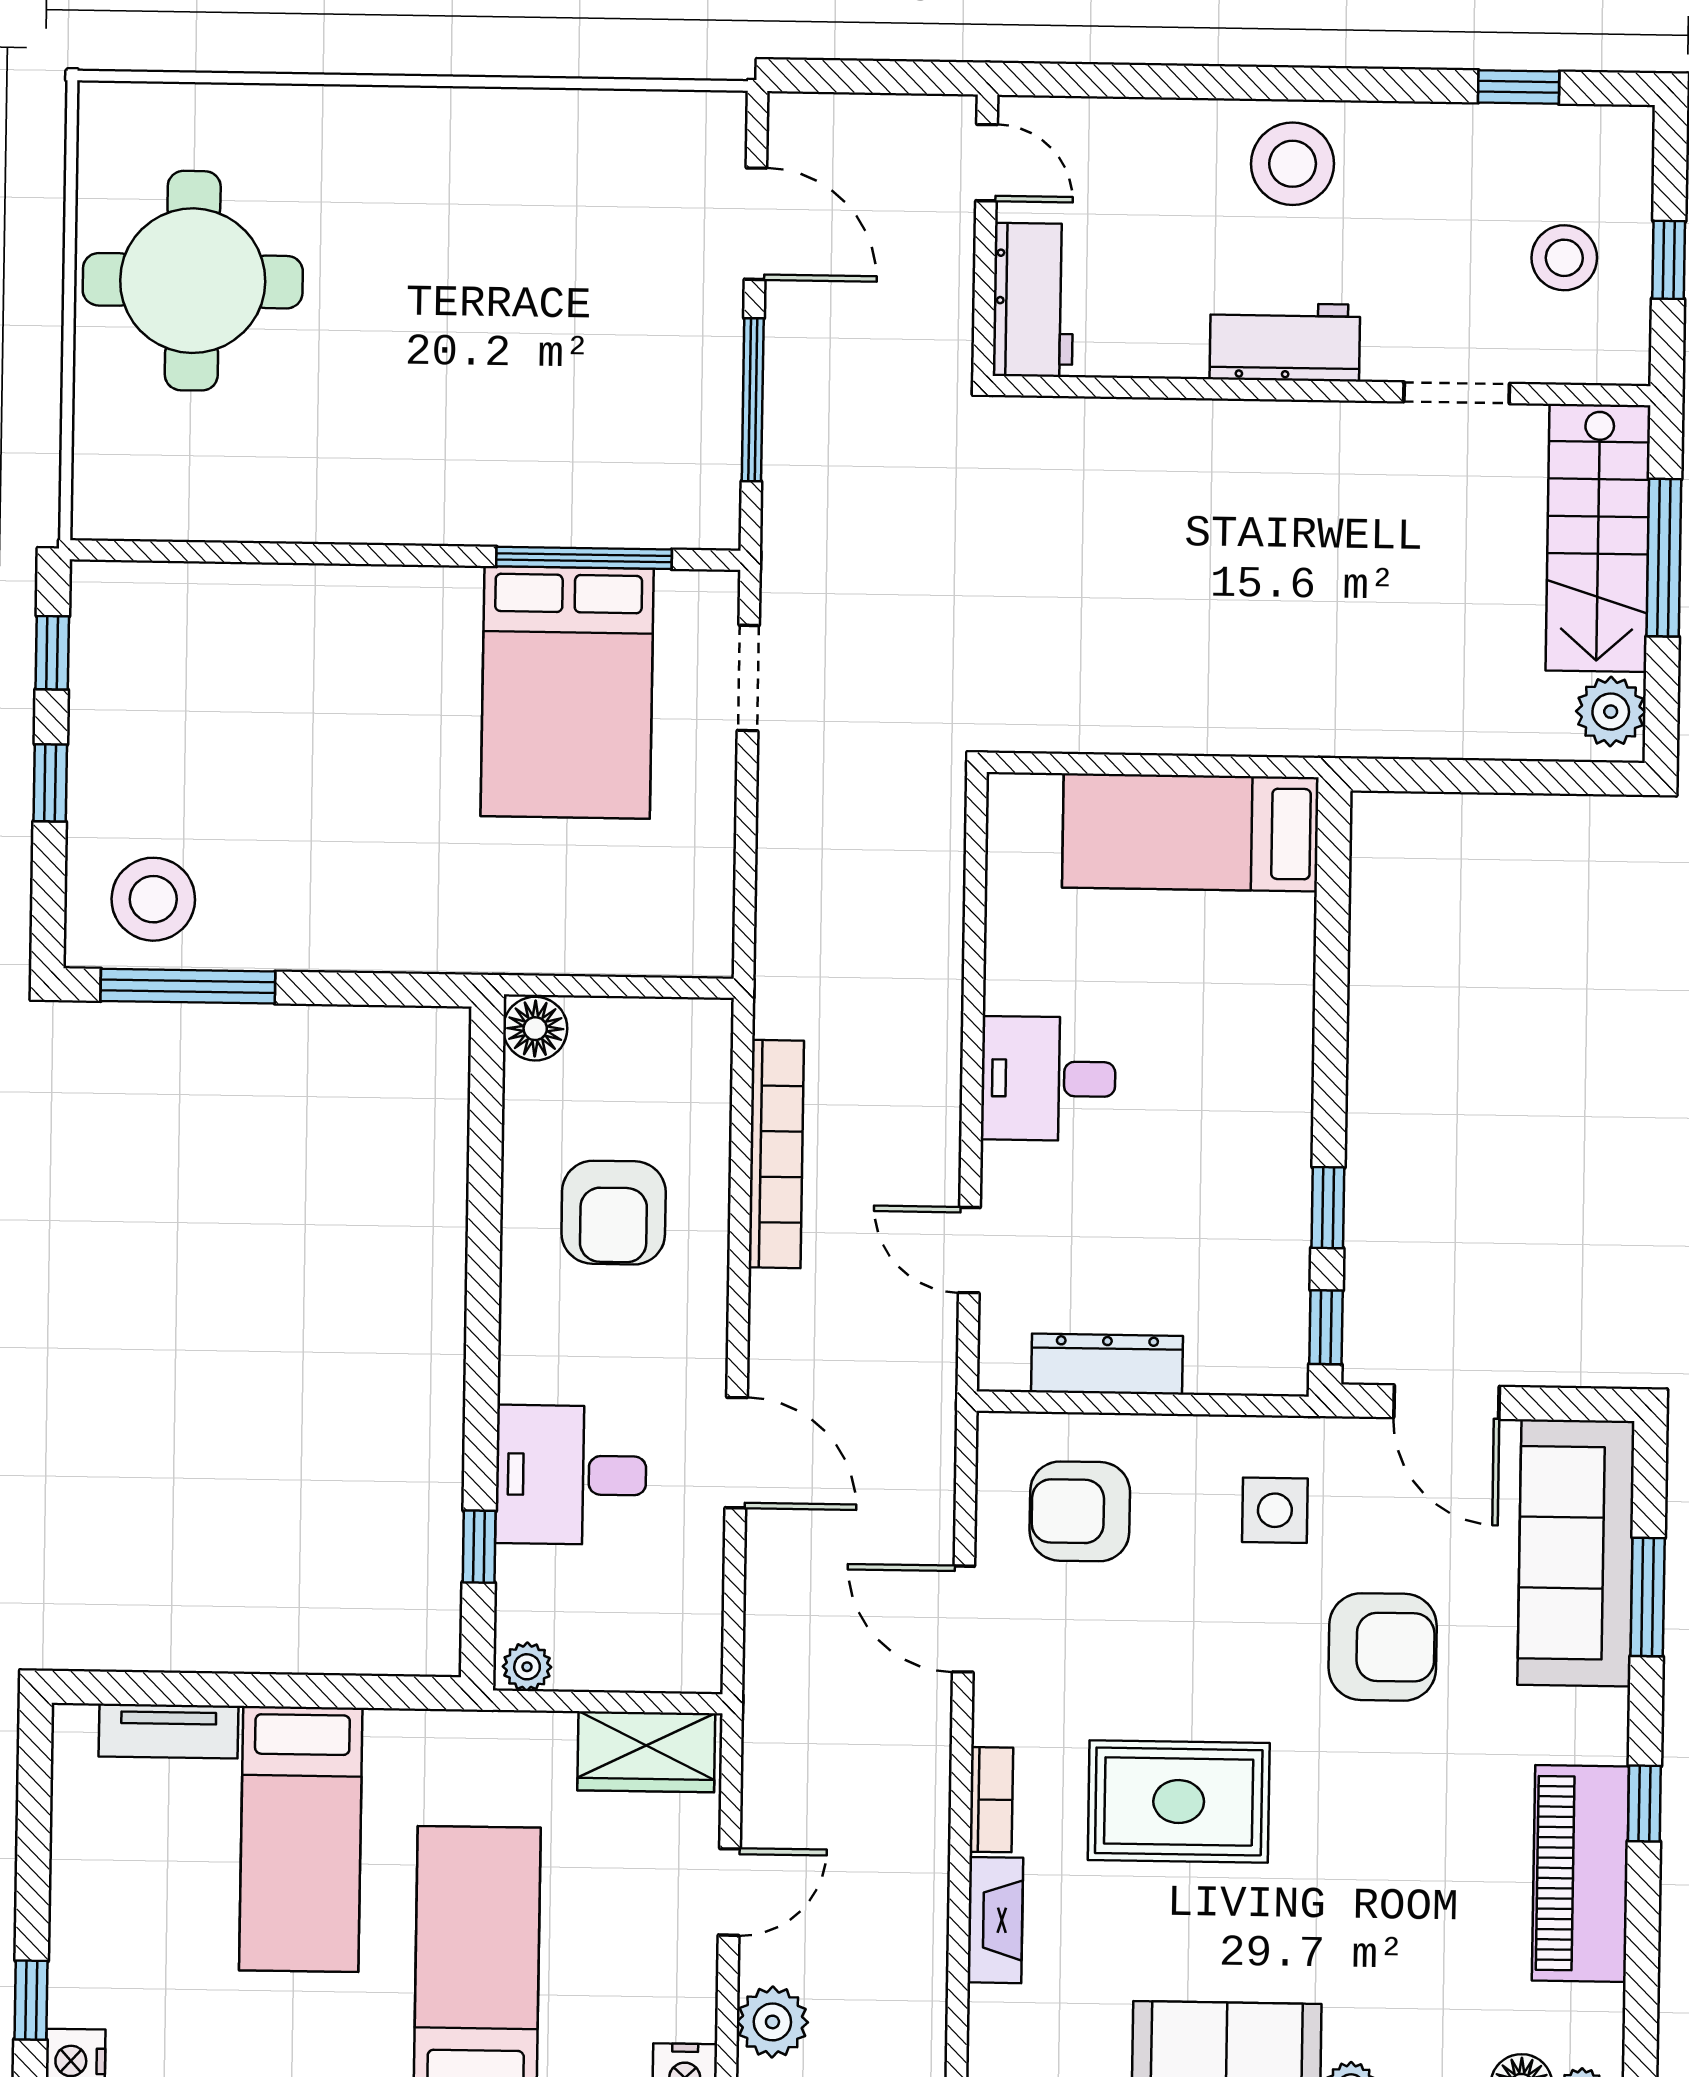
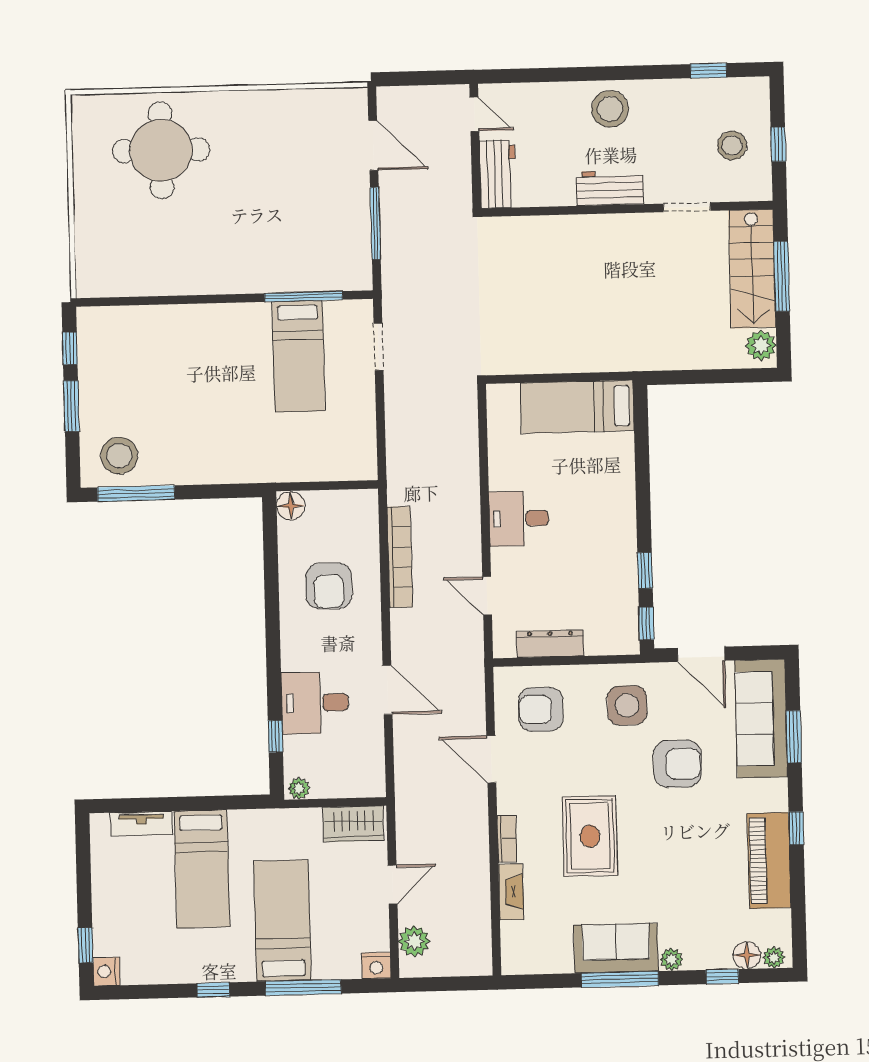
round table: (193, 281) -> (161, 150), moved
bed: (567, 692) -> (299, 356), width x0.67
window: (50, 783) -> (71, 406), width x1.50
side table: (1275, 1510) -> (627, 705), width x1.37, depth x1.37
rug: (1179, 1802) -> (590, 836), turned 90

